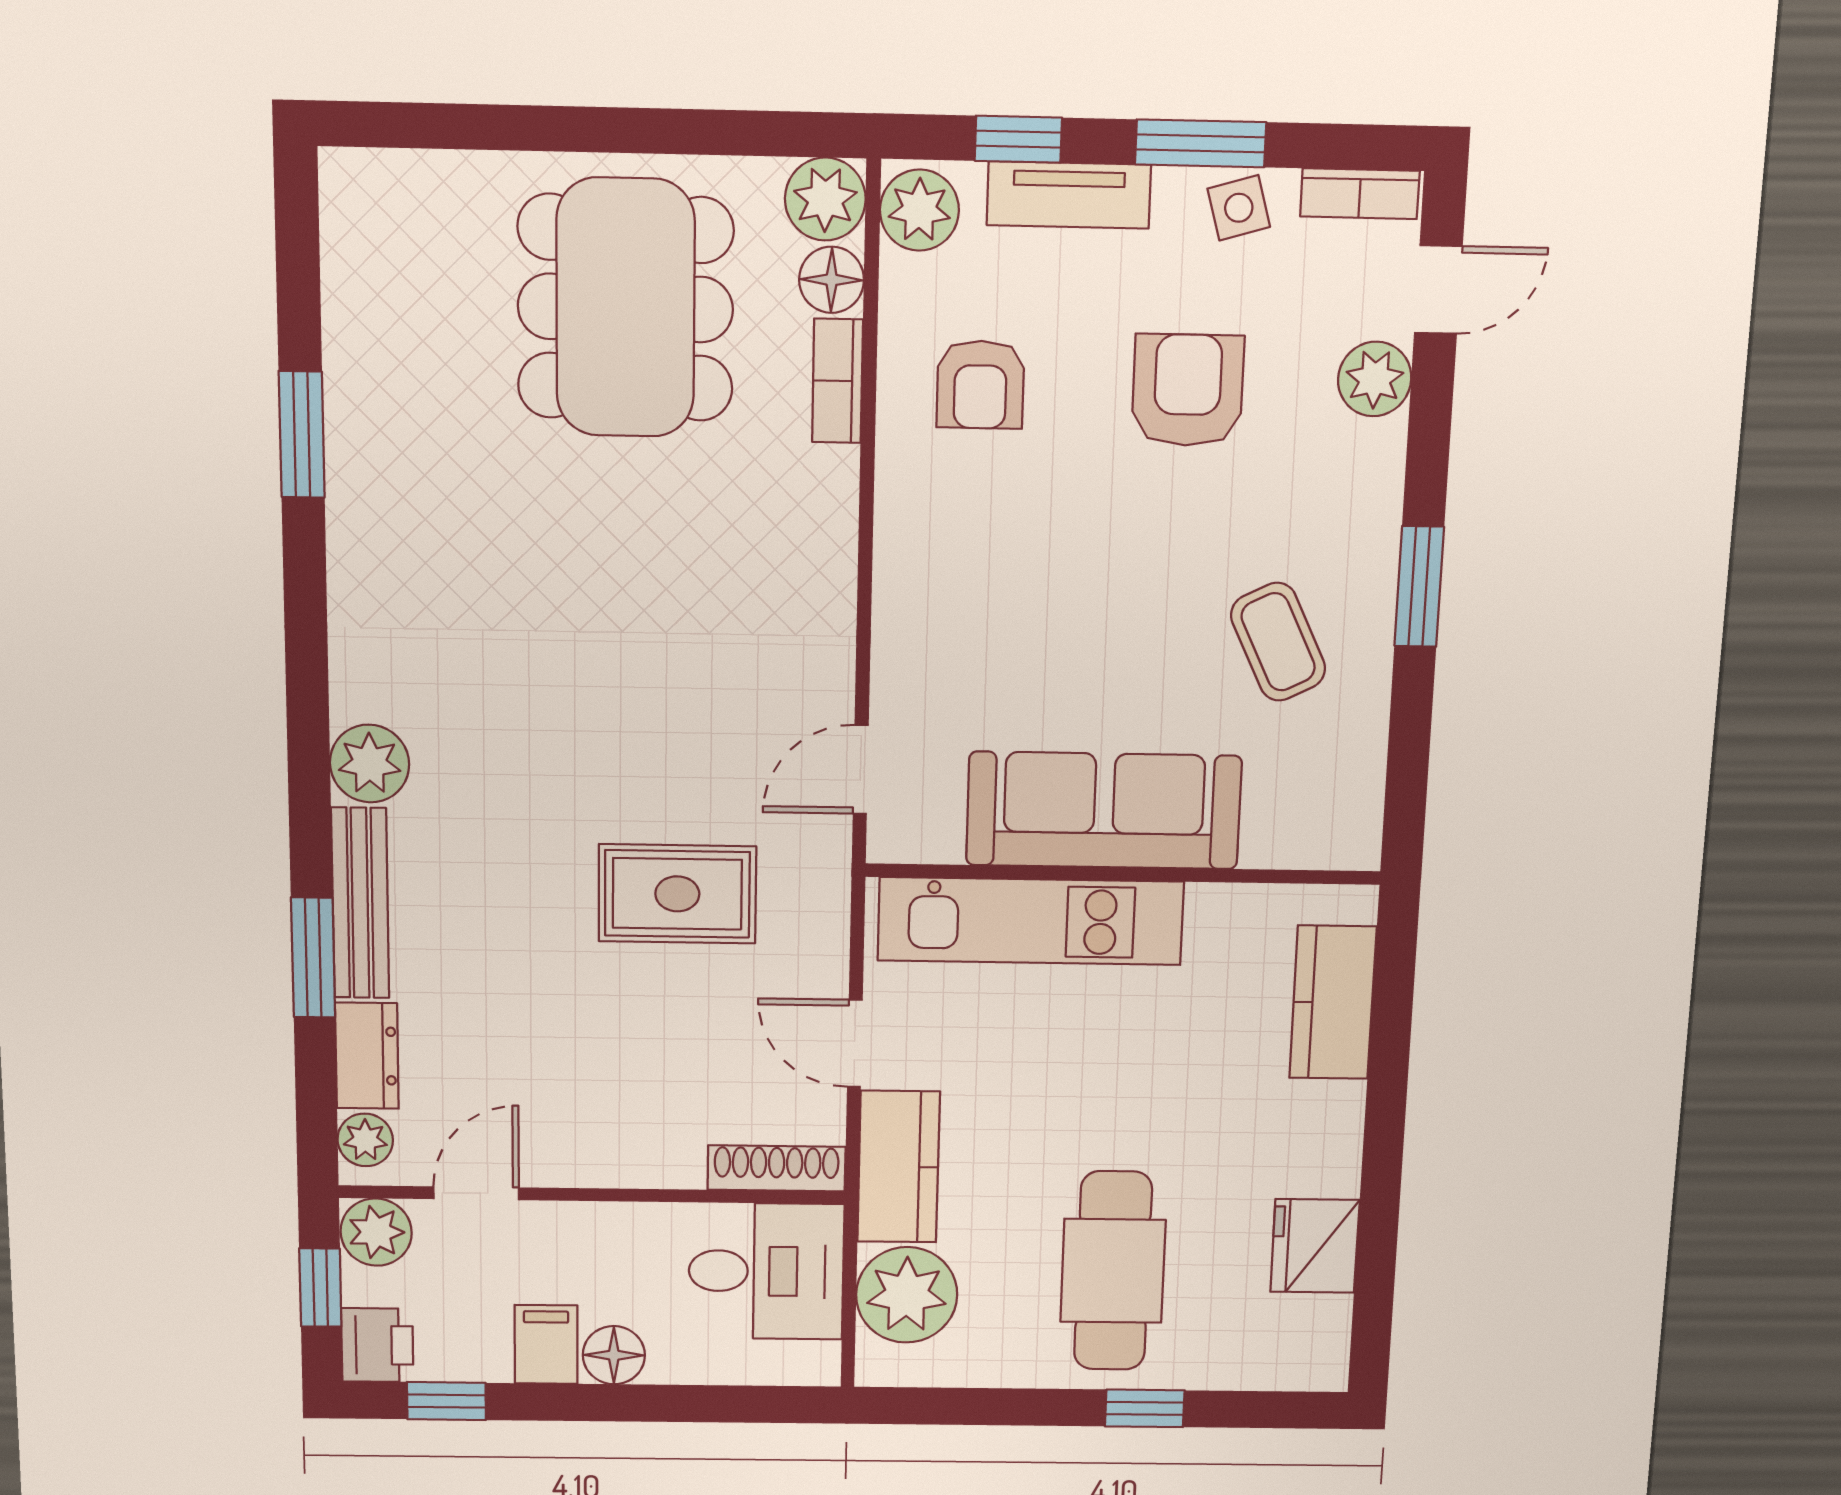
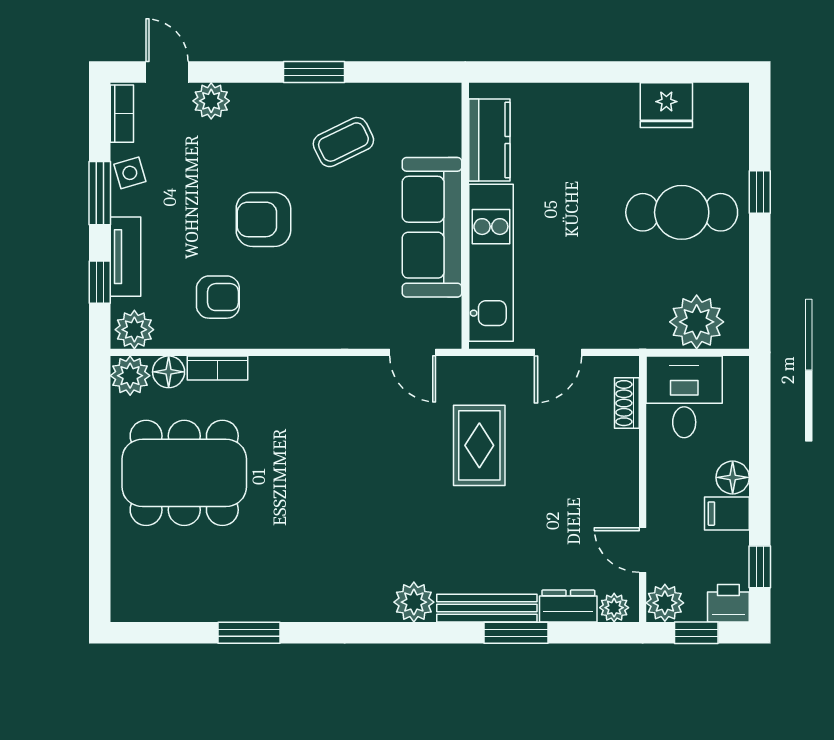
armchair: (1188, 390) -> (263, 219), moved
kitchen counter: (1333, 1002) -> (489, 140), moved, turned -90
kitchen counter: (899, 1167) -> (625, 328), removed
shoe rack: (777, 1168) -> (627, 403), width x0.70

